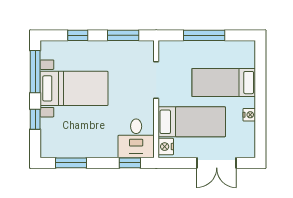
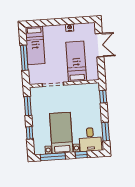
bed: (224, 83) -> (35, 45), moved
desk: (136, 138) -> (90, 139), moved, turned 90
nightstand: (166, 147) -> (92, 76), removed

